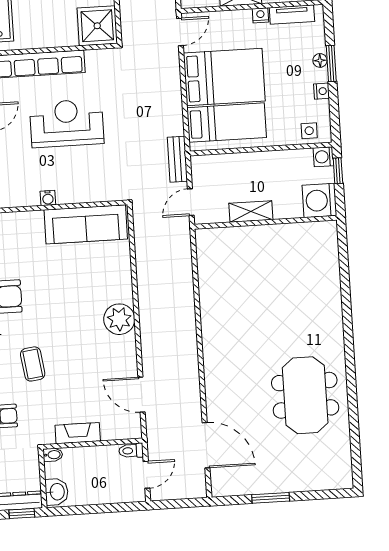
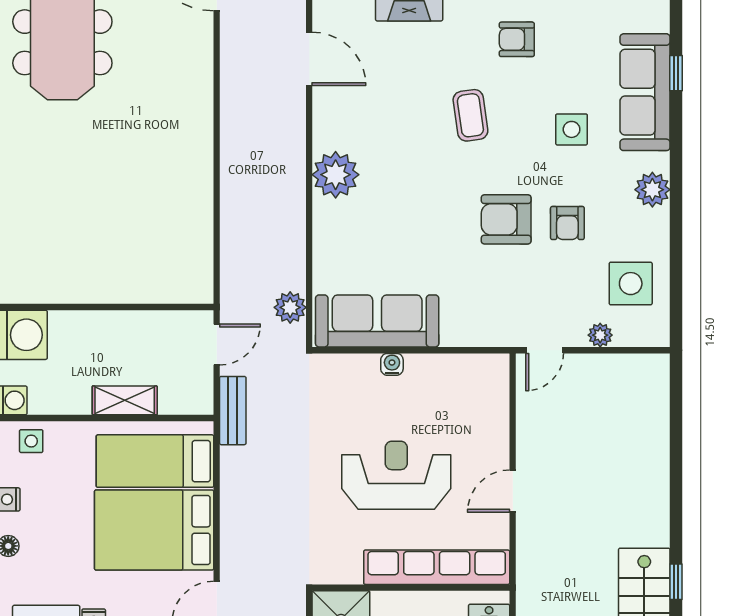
reception desk: (67, 123) -> (396, 475), turned 180
water cooler: (48, 198) -> (392, 364), moved
shelving: (251, 211) -> (125, 400), moved
plant: (144, 230) -> (290, 307), added

